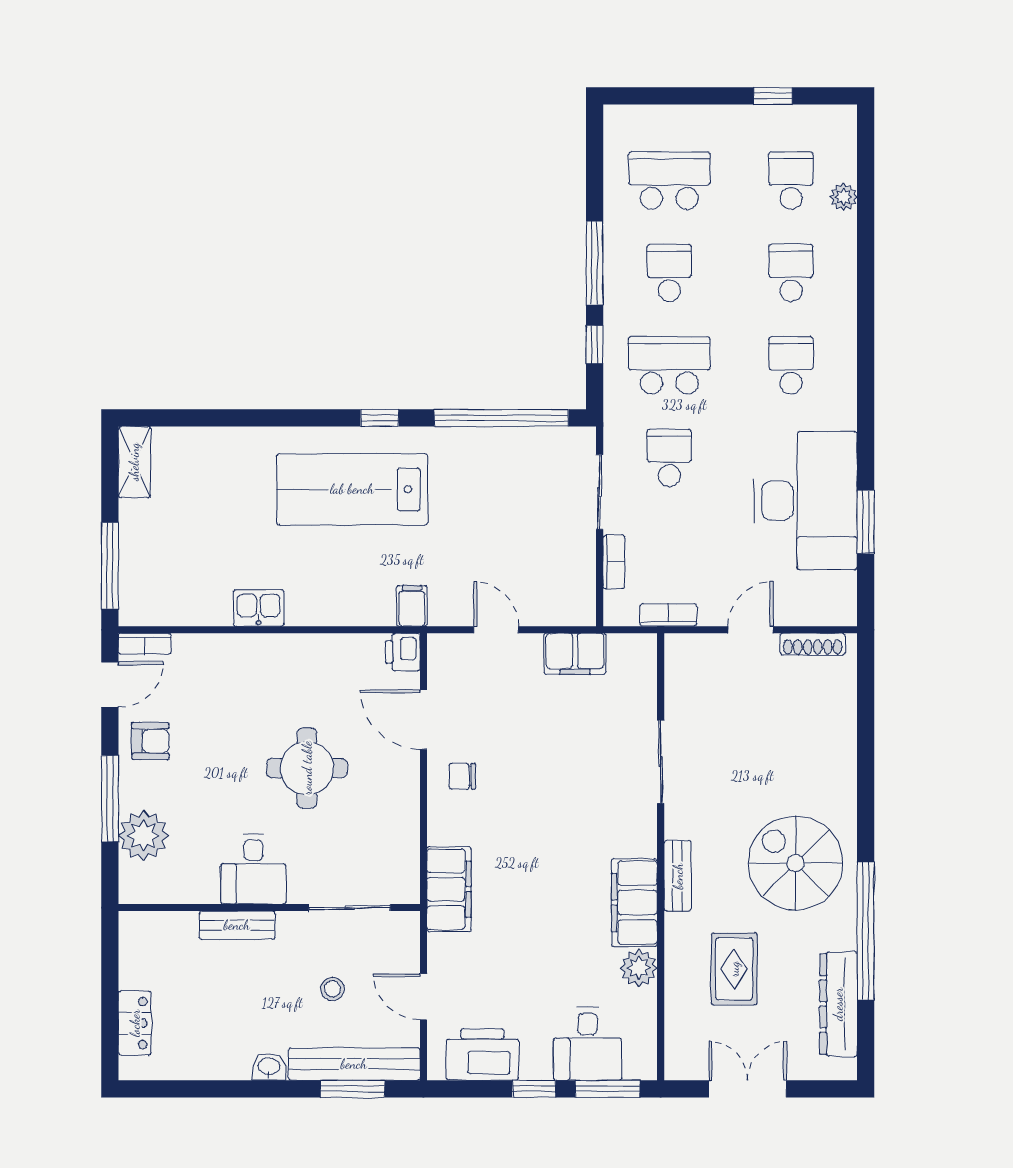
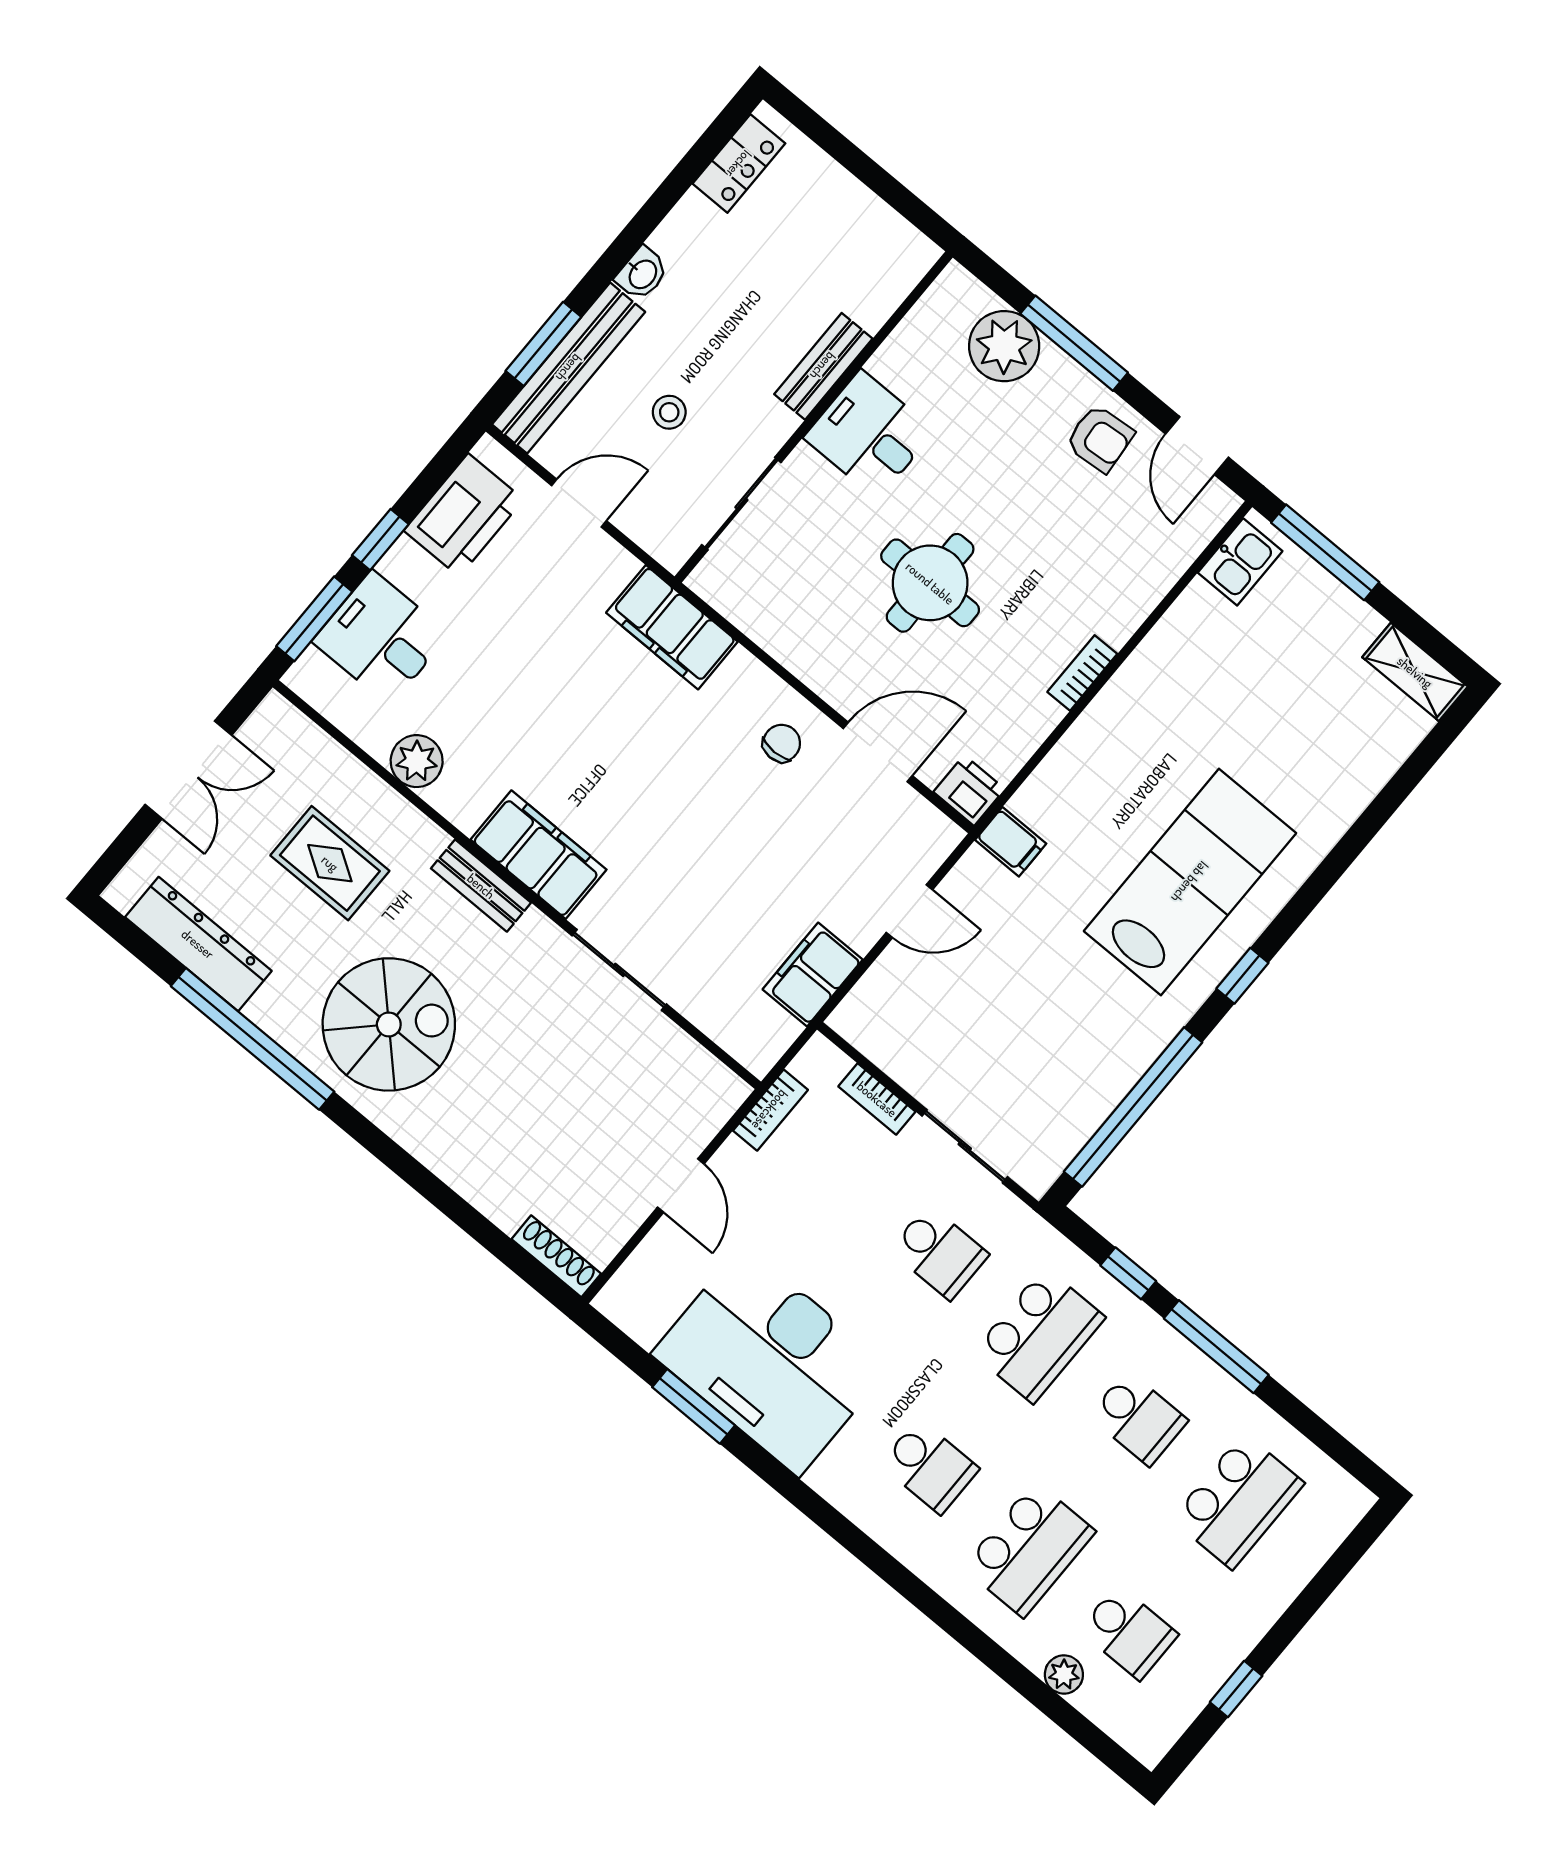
school desk: (791, 273) -> (1029, 1549), width x1.85
kitchen sink: (259, 608) -> (1240, 562), moved
bookcase: (145, 644) -> (1082, 673), moved
shoe rack: (813, 644) -> (556, 1256), moved, turned 90
armchair: (150, 741) -> (1100, 439), turned -95
filing cabinet: (634, 903) -> (539, 855), moved
locker: (135, 1023) -> (739, 164), moved, turned -90

